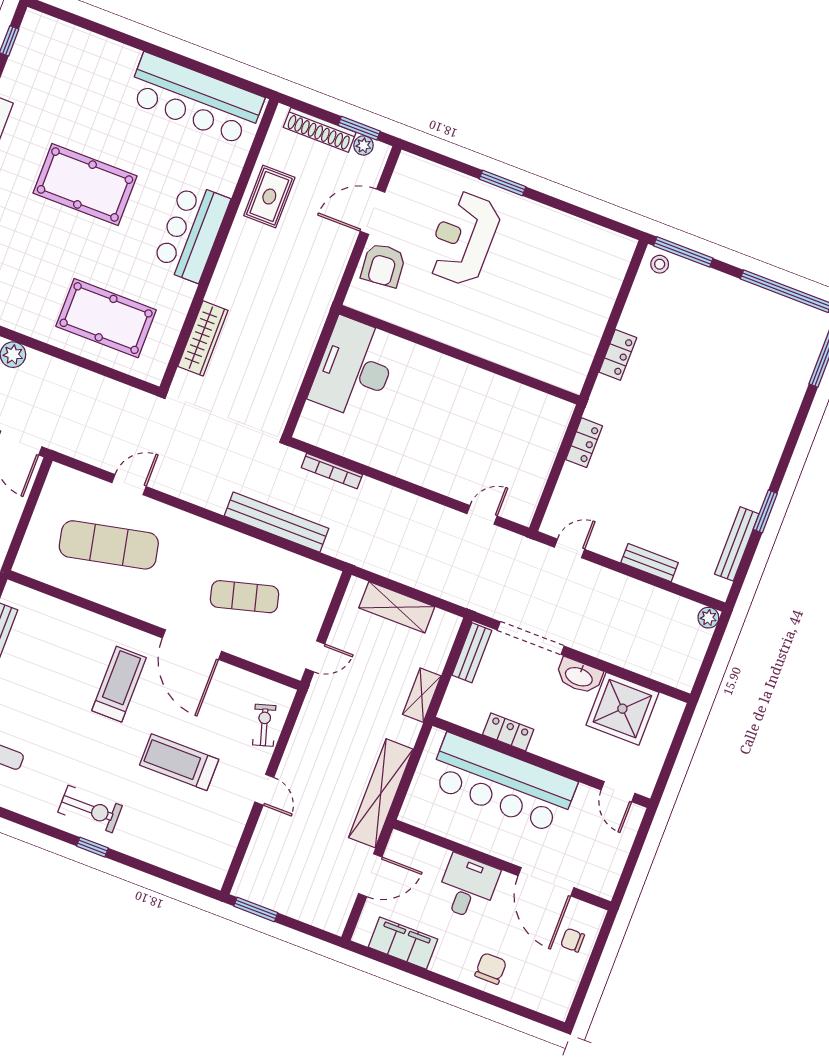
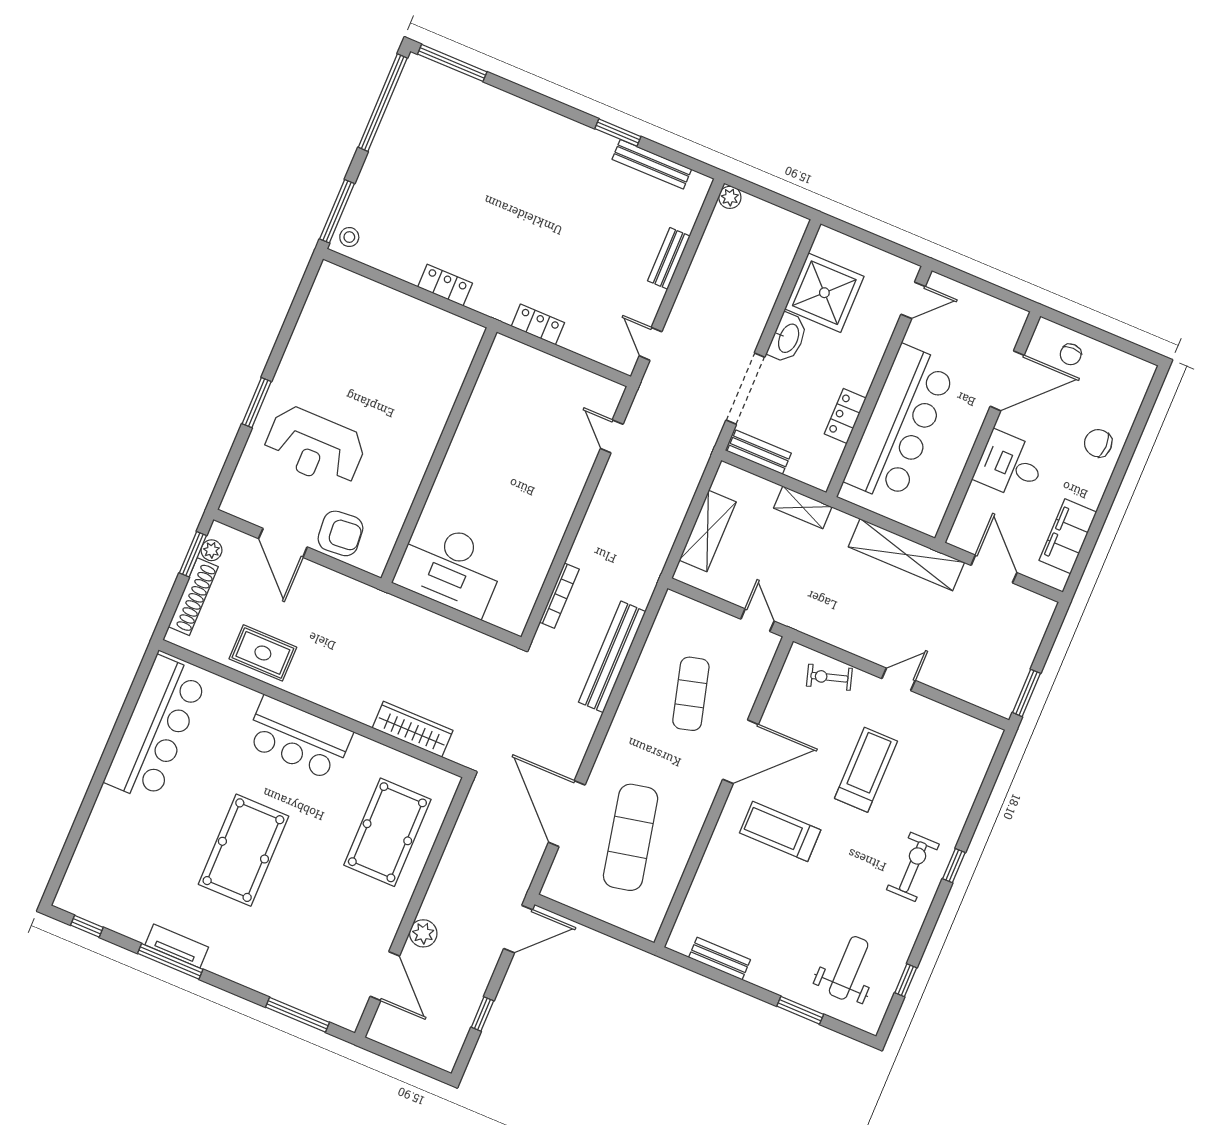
door: (129, 485) -> (567, 814), width x1.87
treadmill: (179, 762) -> (866, 770), turned 180

